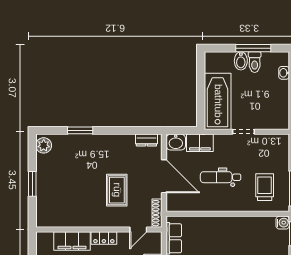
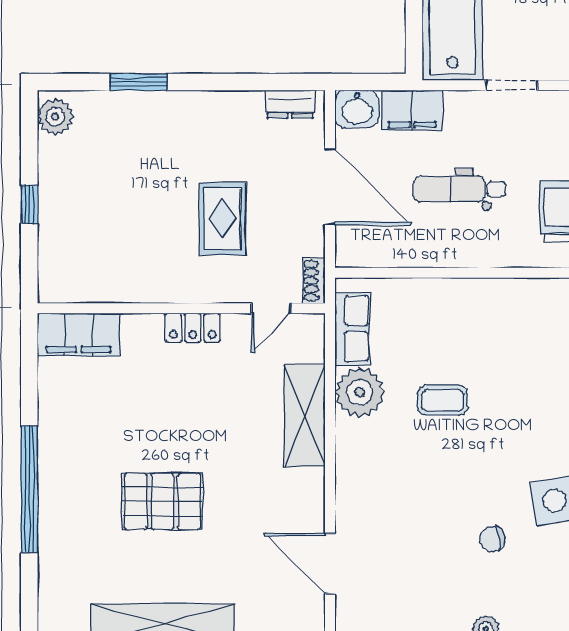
window: (32, 184) -> (29, 204), width x0.67
shoe rack: (157, 213) -> (314, 281), width x0.70
filing cabinet: (72, 241) -> (79, 335), moved

